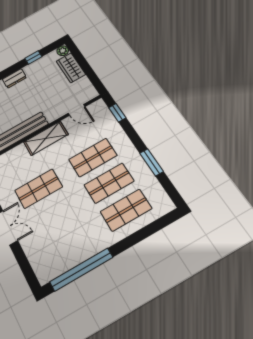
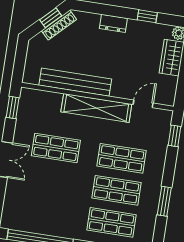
door: (77, 110) -> (143, 104), swing flipped
shelving: (46, 138) -> (96, 108), width x1.47

